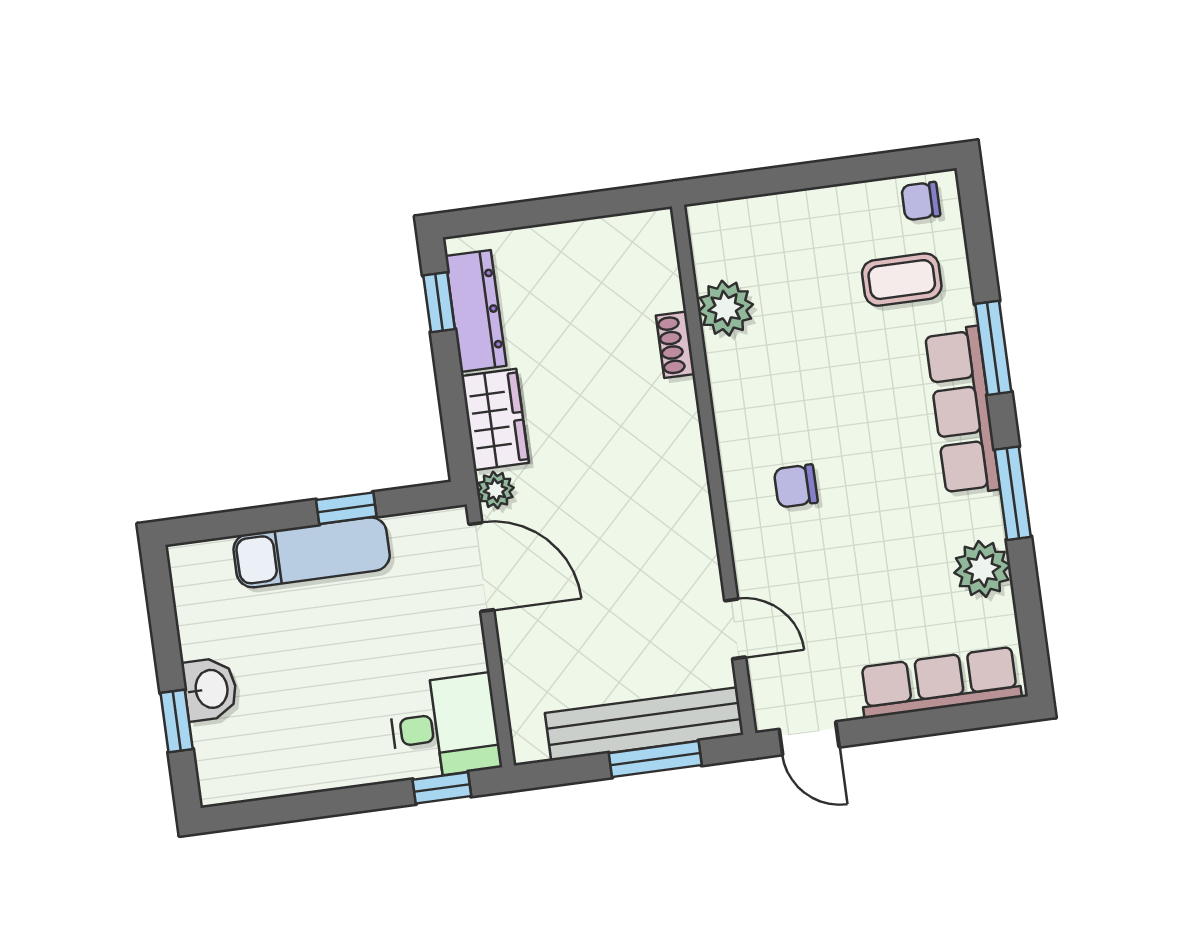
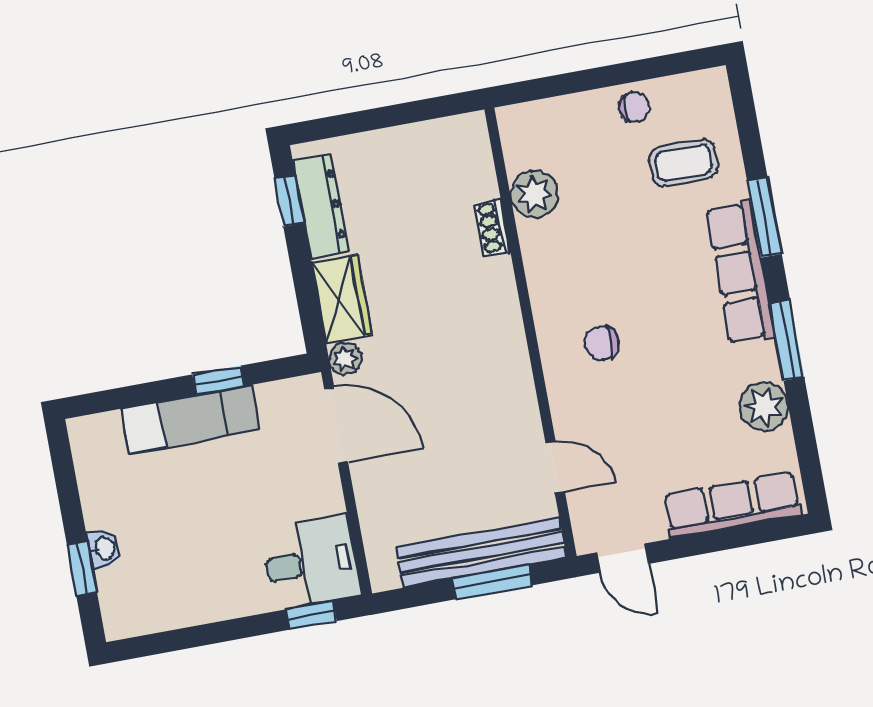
chair: (921, 201) -> (634, 107), moved, turned 180
washbasin: (210, 689) -> (104, 548), width x0.72, depth x0.69

